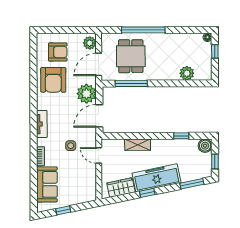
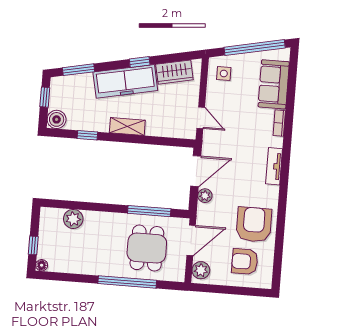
plant: (86, 94) -> (205, 196), width x0.53, depth x0.53
shelving: (138, 145) -> (127, 126), moved
side table: (71, 146) -> (224, 73), moved
window: (63, 210) -> (255, 48), width x3.17

